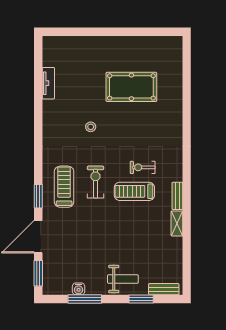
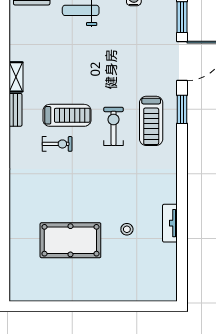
tv unit: (48, 83) -> (170, 223), moved
stool: (91, 127) -> (127, 229), moved
exercise bike: (95, 182) -> (114, 126), turned 180

